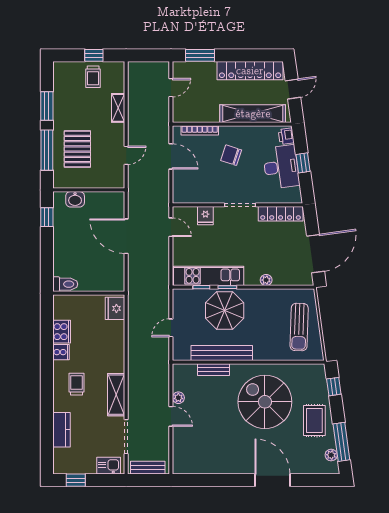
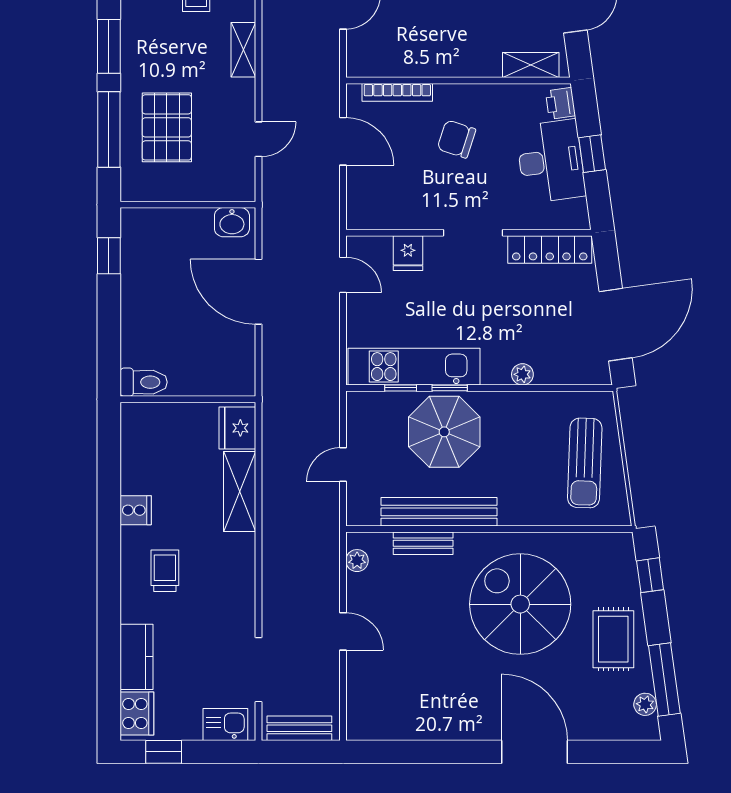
shelving: (253, 114) -> (531, 65), width x0.45, depth x0.75
washbasin: (75, 199) -> (232, 222), moved
cooker: (62, 332) -> (137, 713), moved
shelving: (116, 395) -> (240, 491), moved
plant: (178, 398) -> (357, 561), moved

